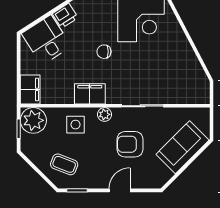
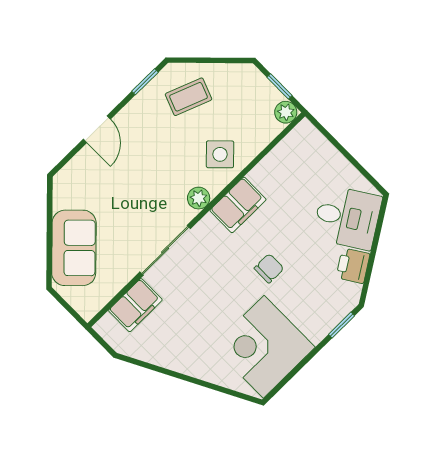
filing cabinet: (30, 89) -> (135, 305), moved, turned -90
plant: (33, 120) -> (286, 112), width x0.53, depth x0.53
side table: (75, 125) -> (220, 154), turned 45
armchair: (130, 144) -> (137, 193), removed

